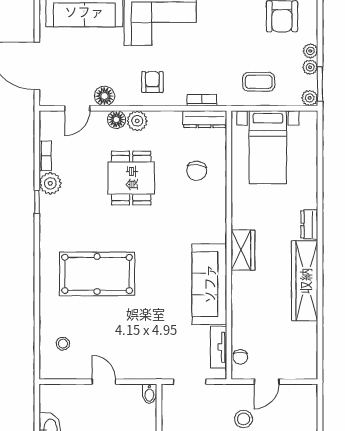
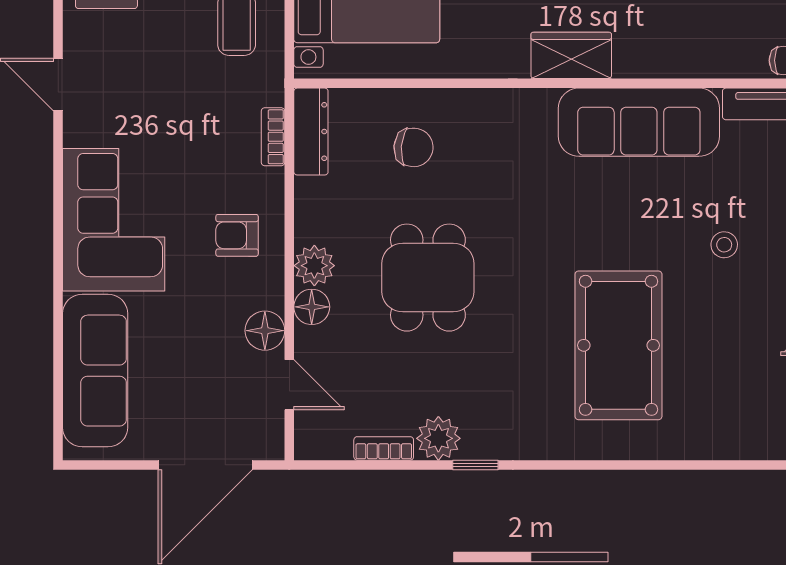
dining table: (131, 178) -> (428, 278), turned 90
stool: (63, 344) -> (724, 245), moved

